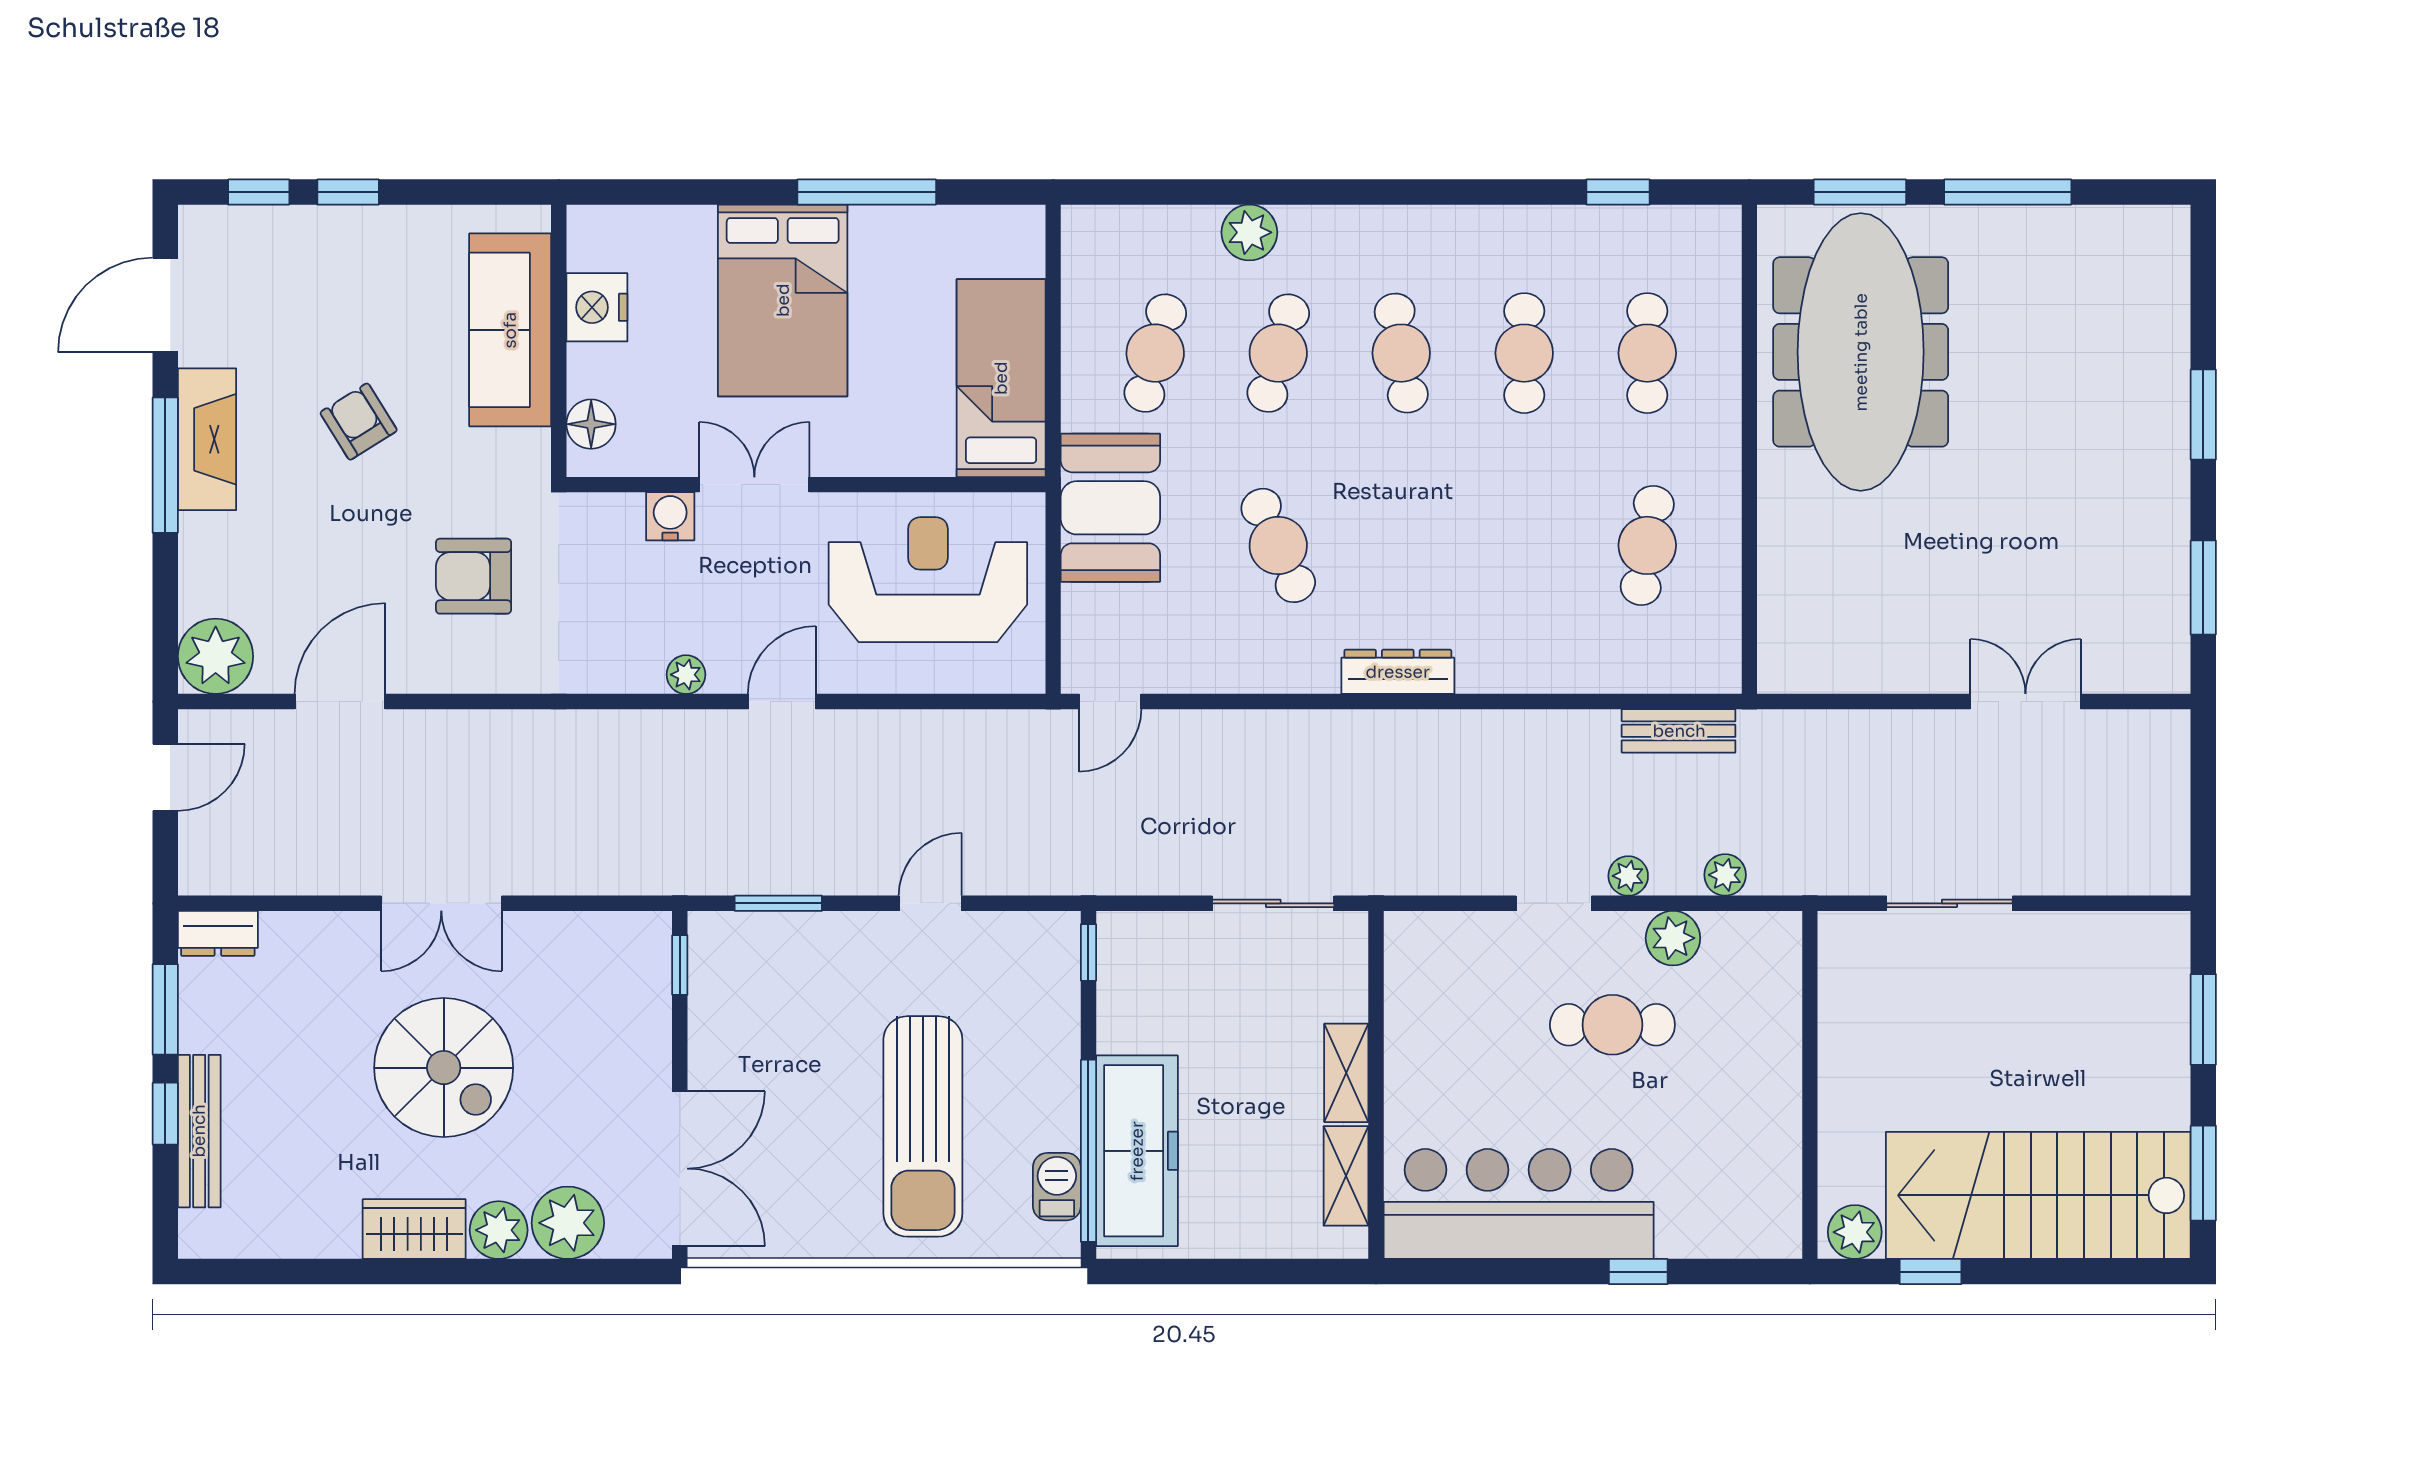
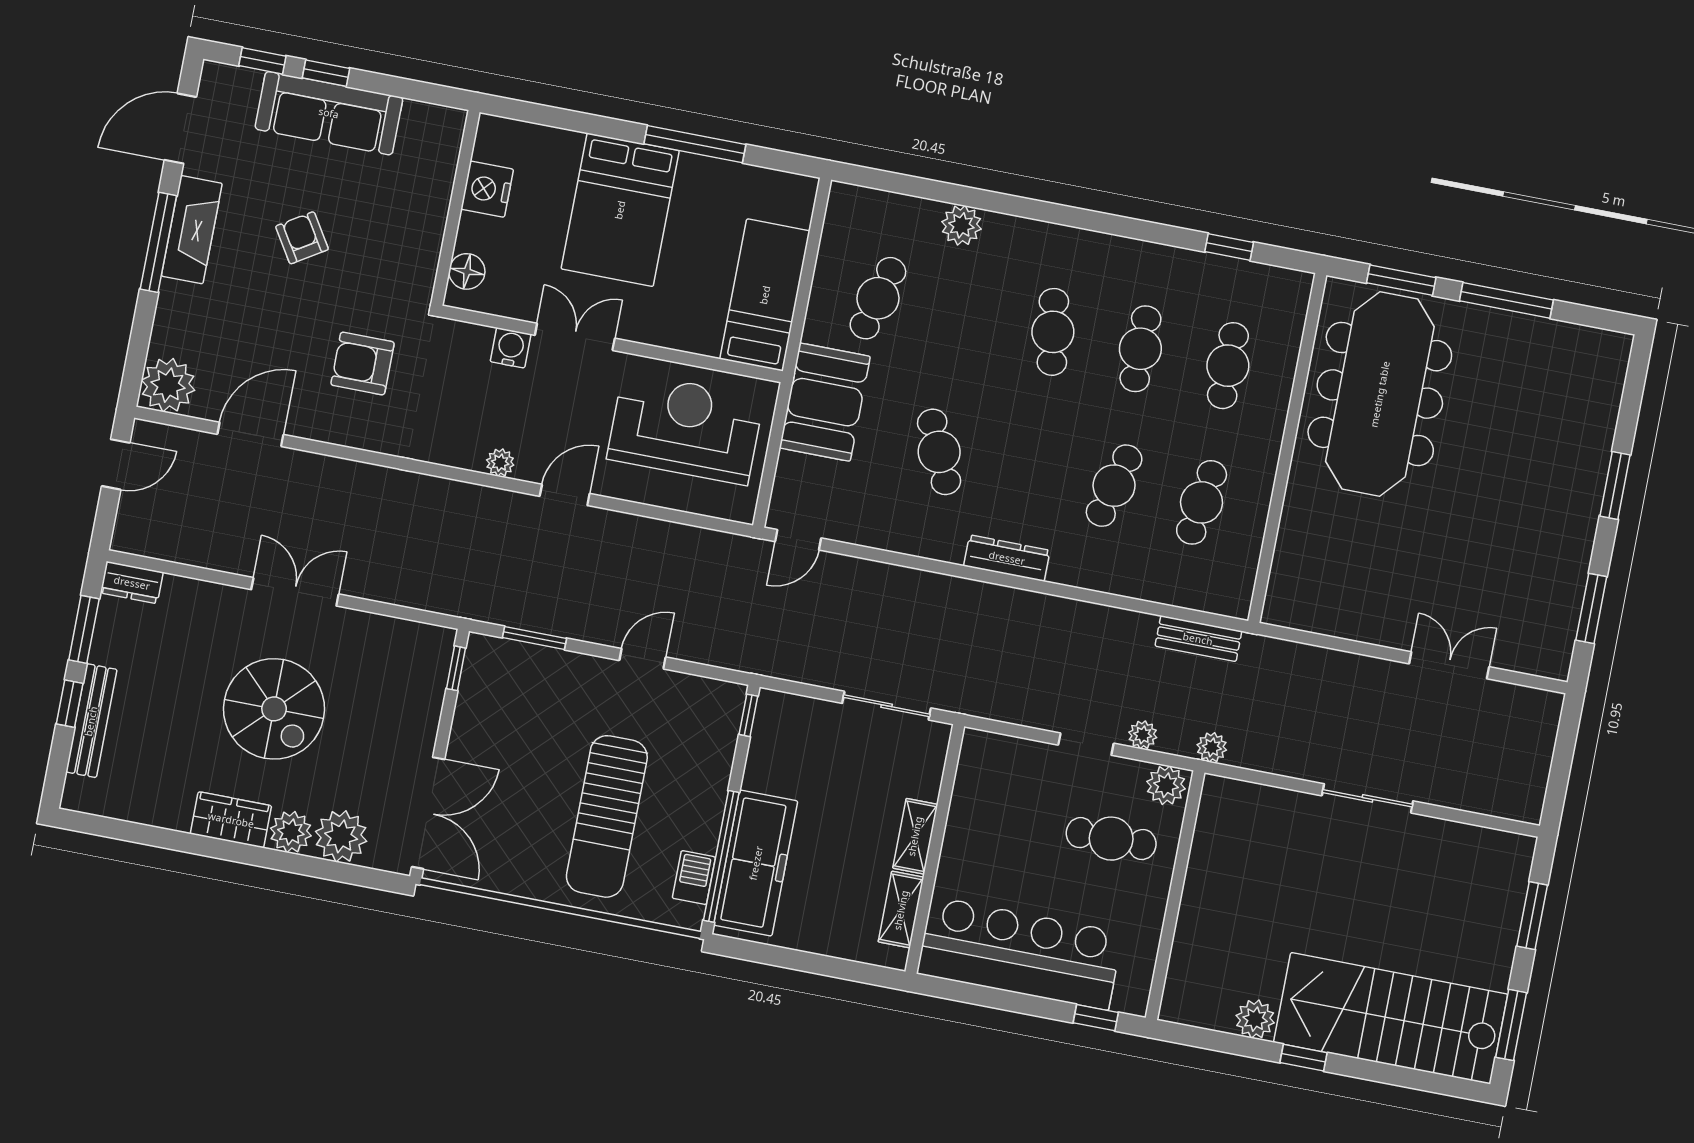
sofa: (510, 330) -> (329, 113), moved, turned -90
cafe table: (1278, 353) -> (1114, 486), moved
double door: (441, 903) -> (295, 592), swing flipped
wall: (1810, 1085) -> (1175, 895), moved

